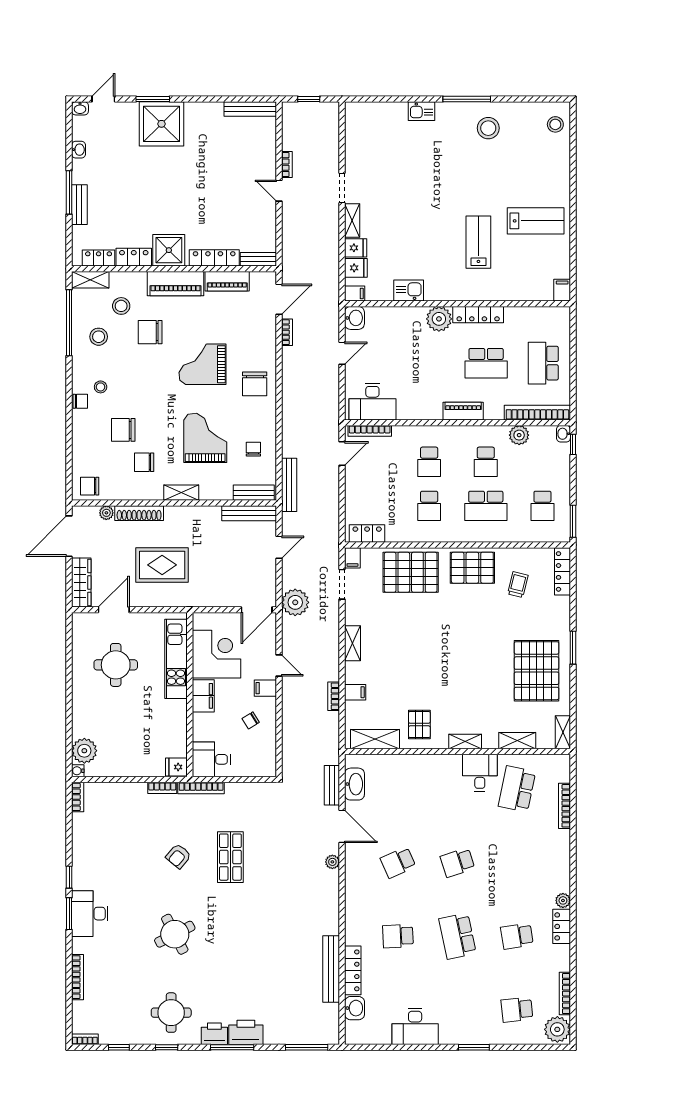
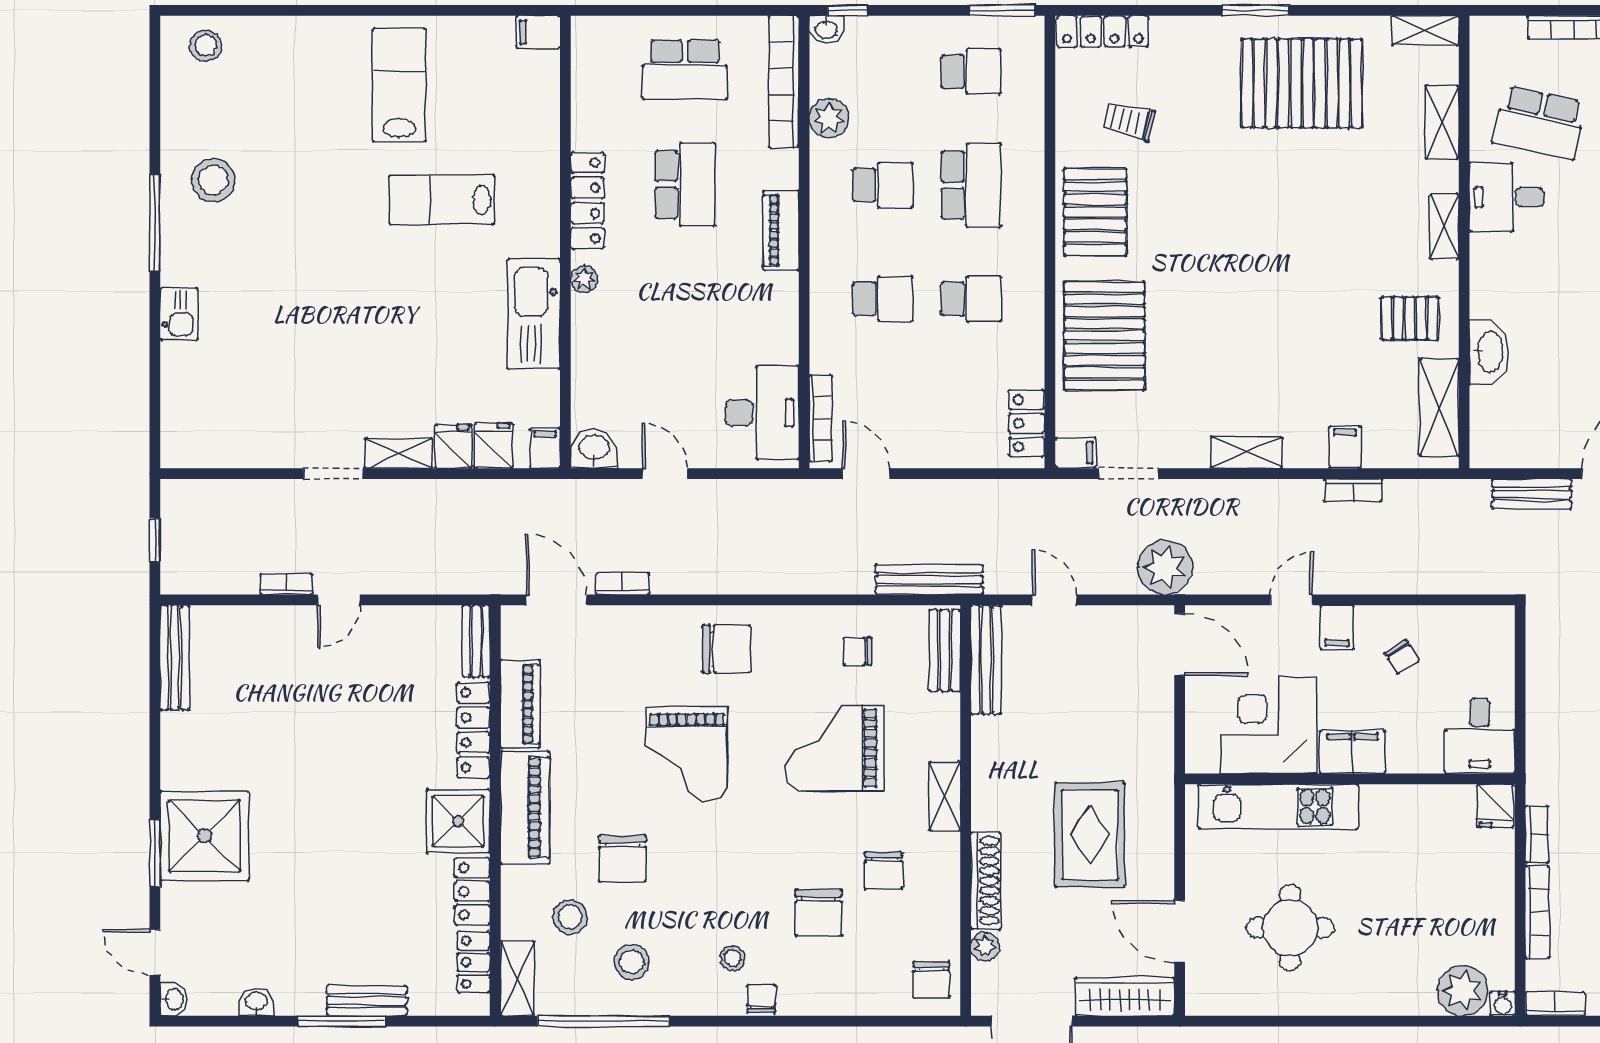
kitchen sink: (409, 290) -> (534, 314), width x1.88, depth x1.24
plant: (439, 319) -> (584, 279), width x0.53, depth x0.53
washbasin: (354, 784) -> (1489, 352), moved, turned 90
bookcase: (201, 788) -> (1537, 912), moved

